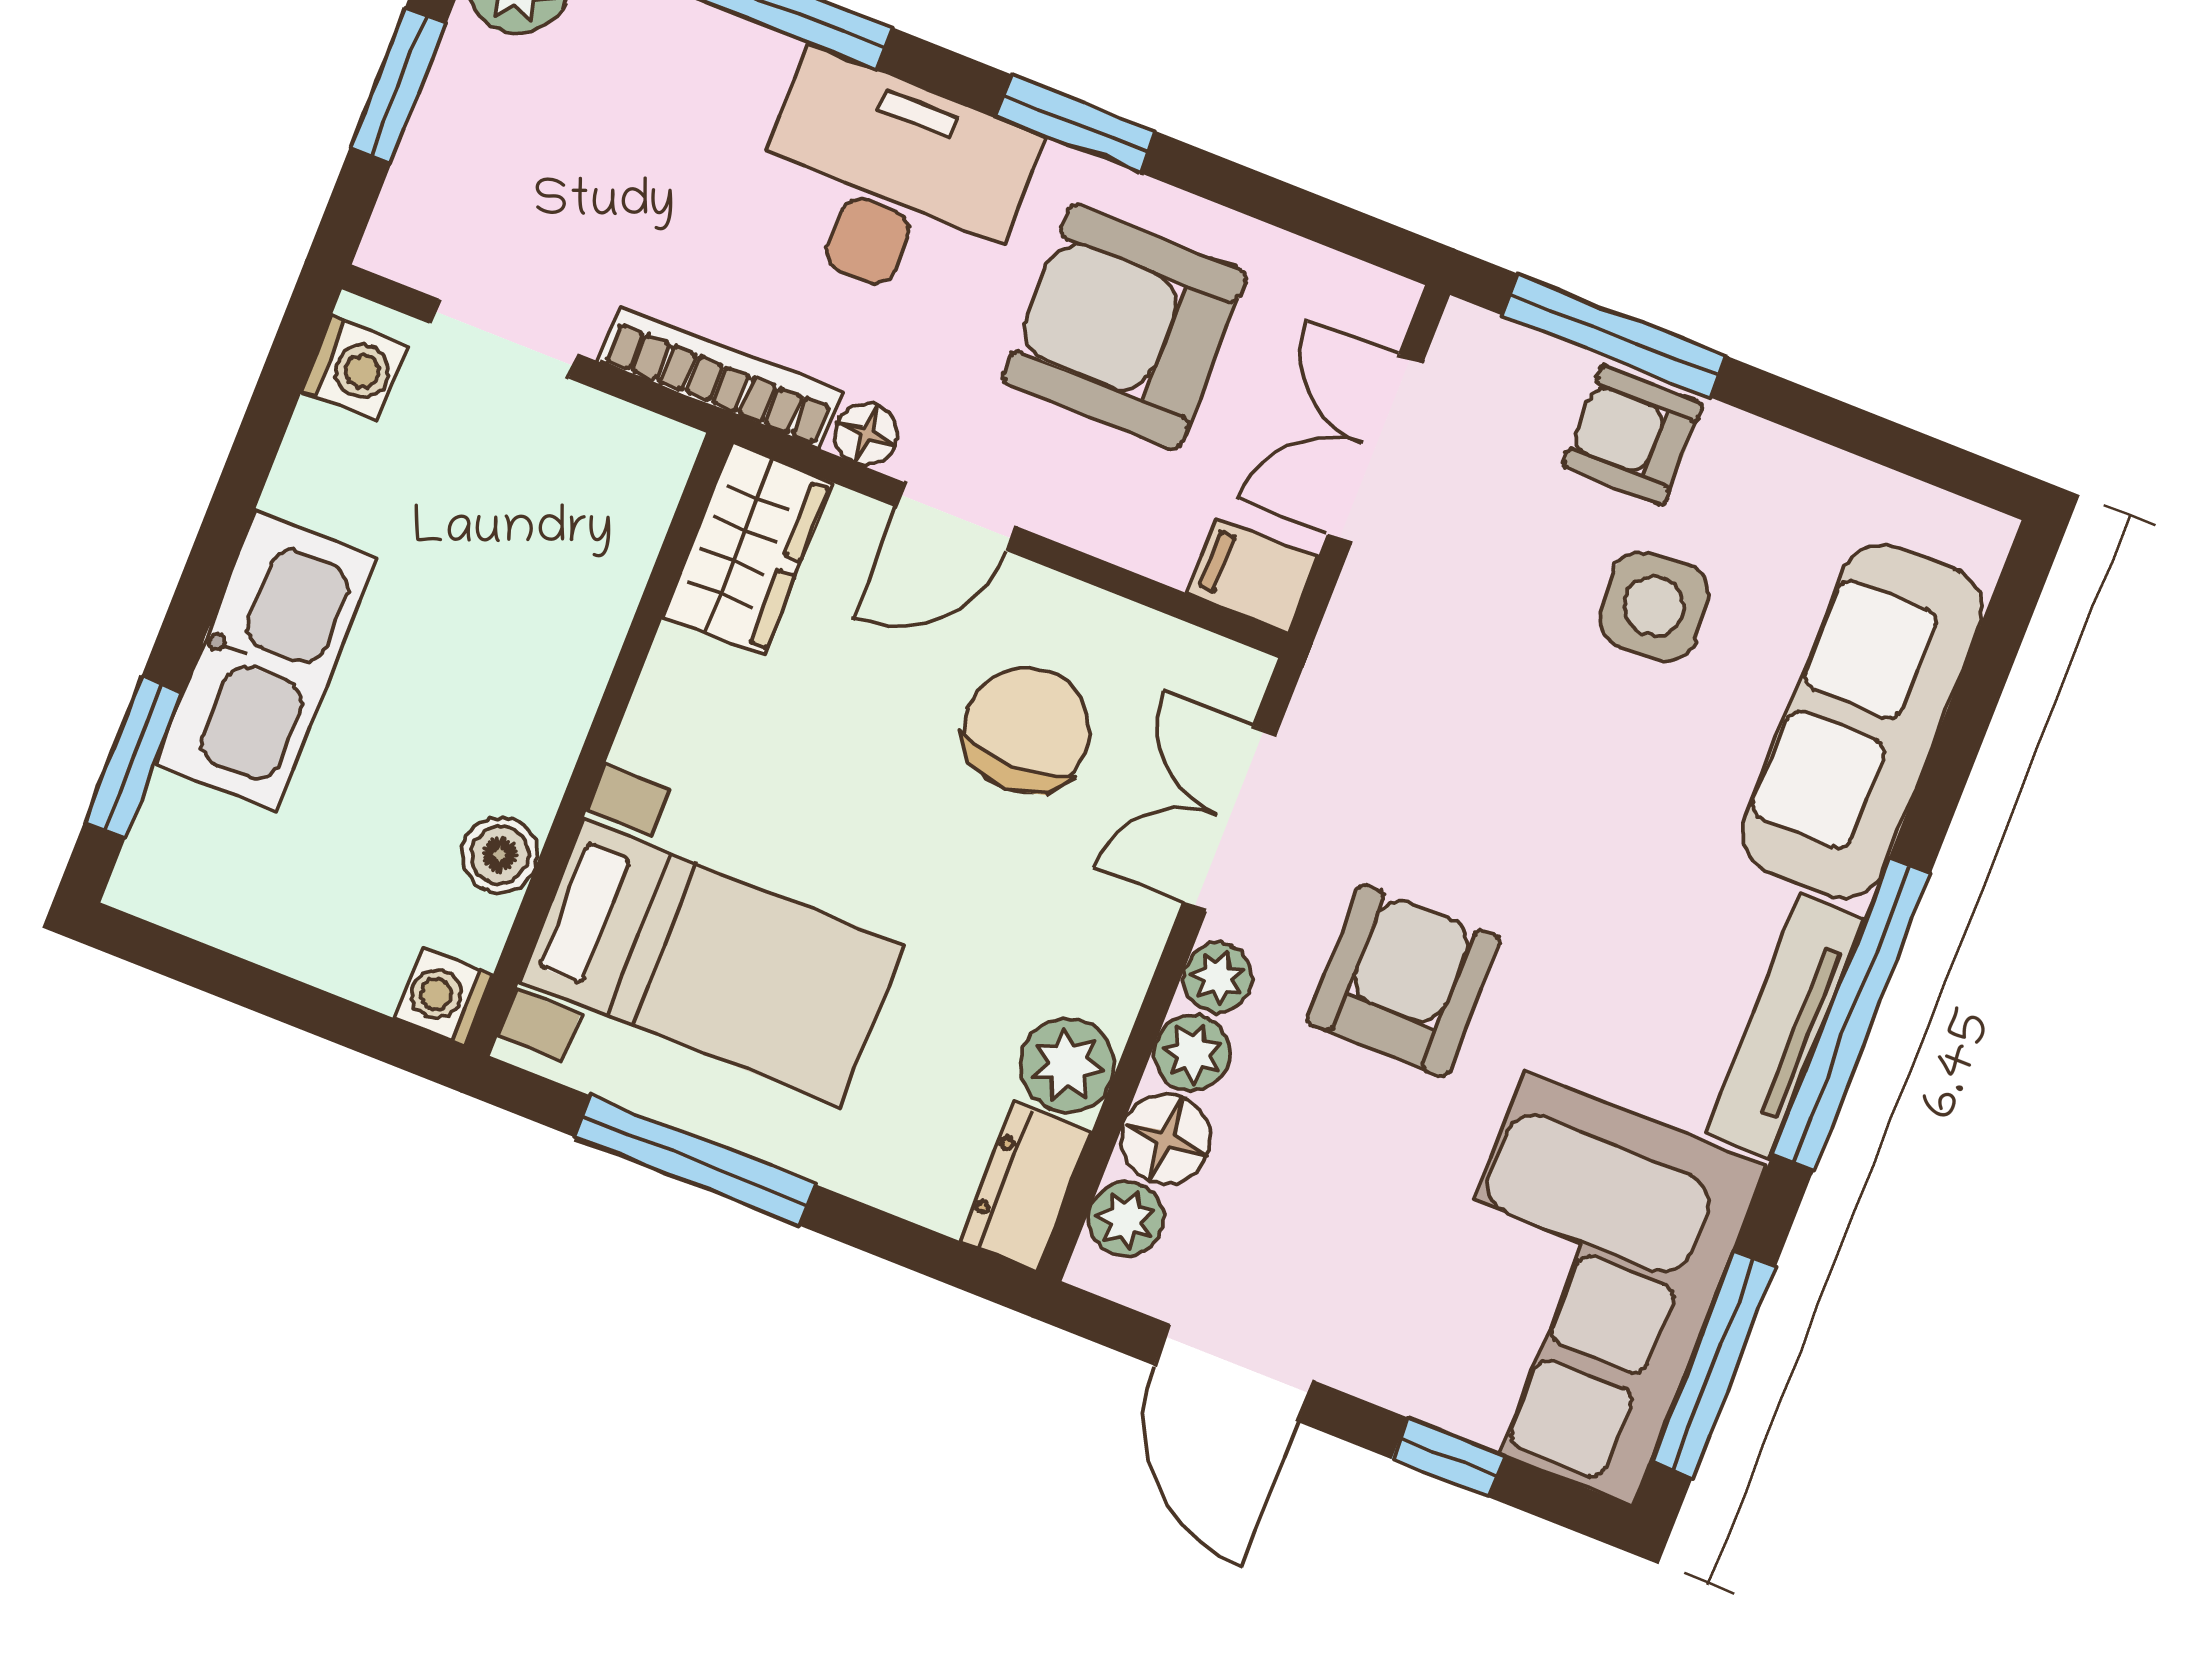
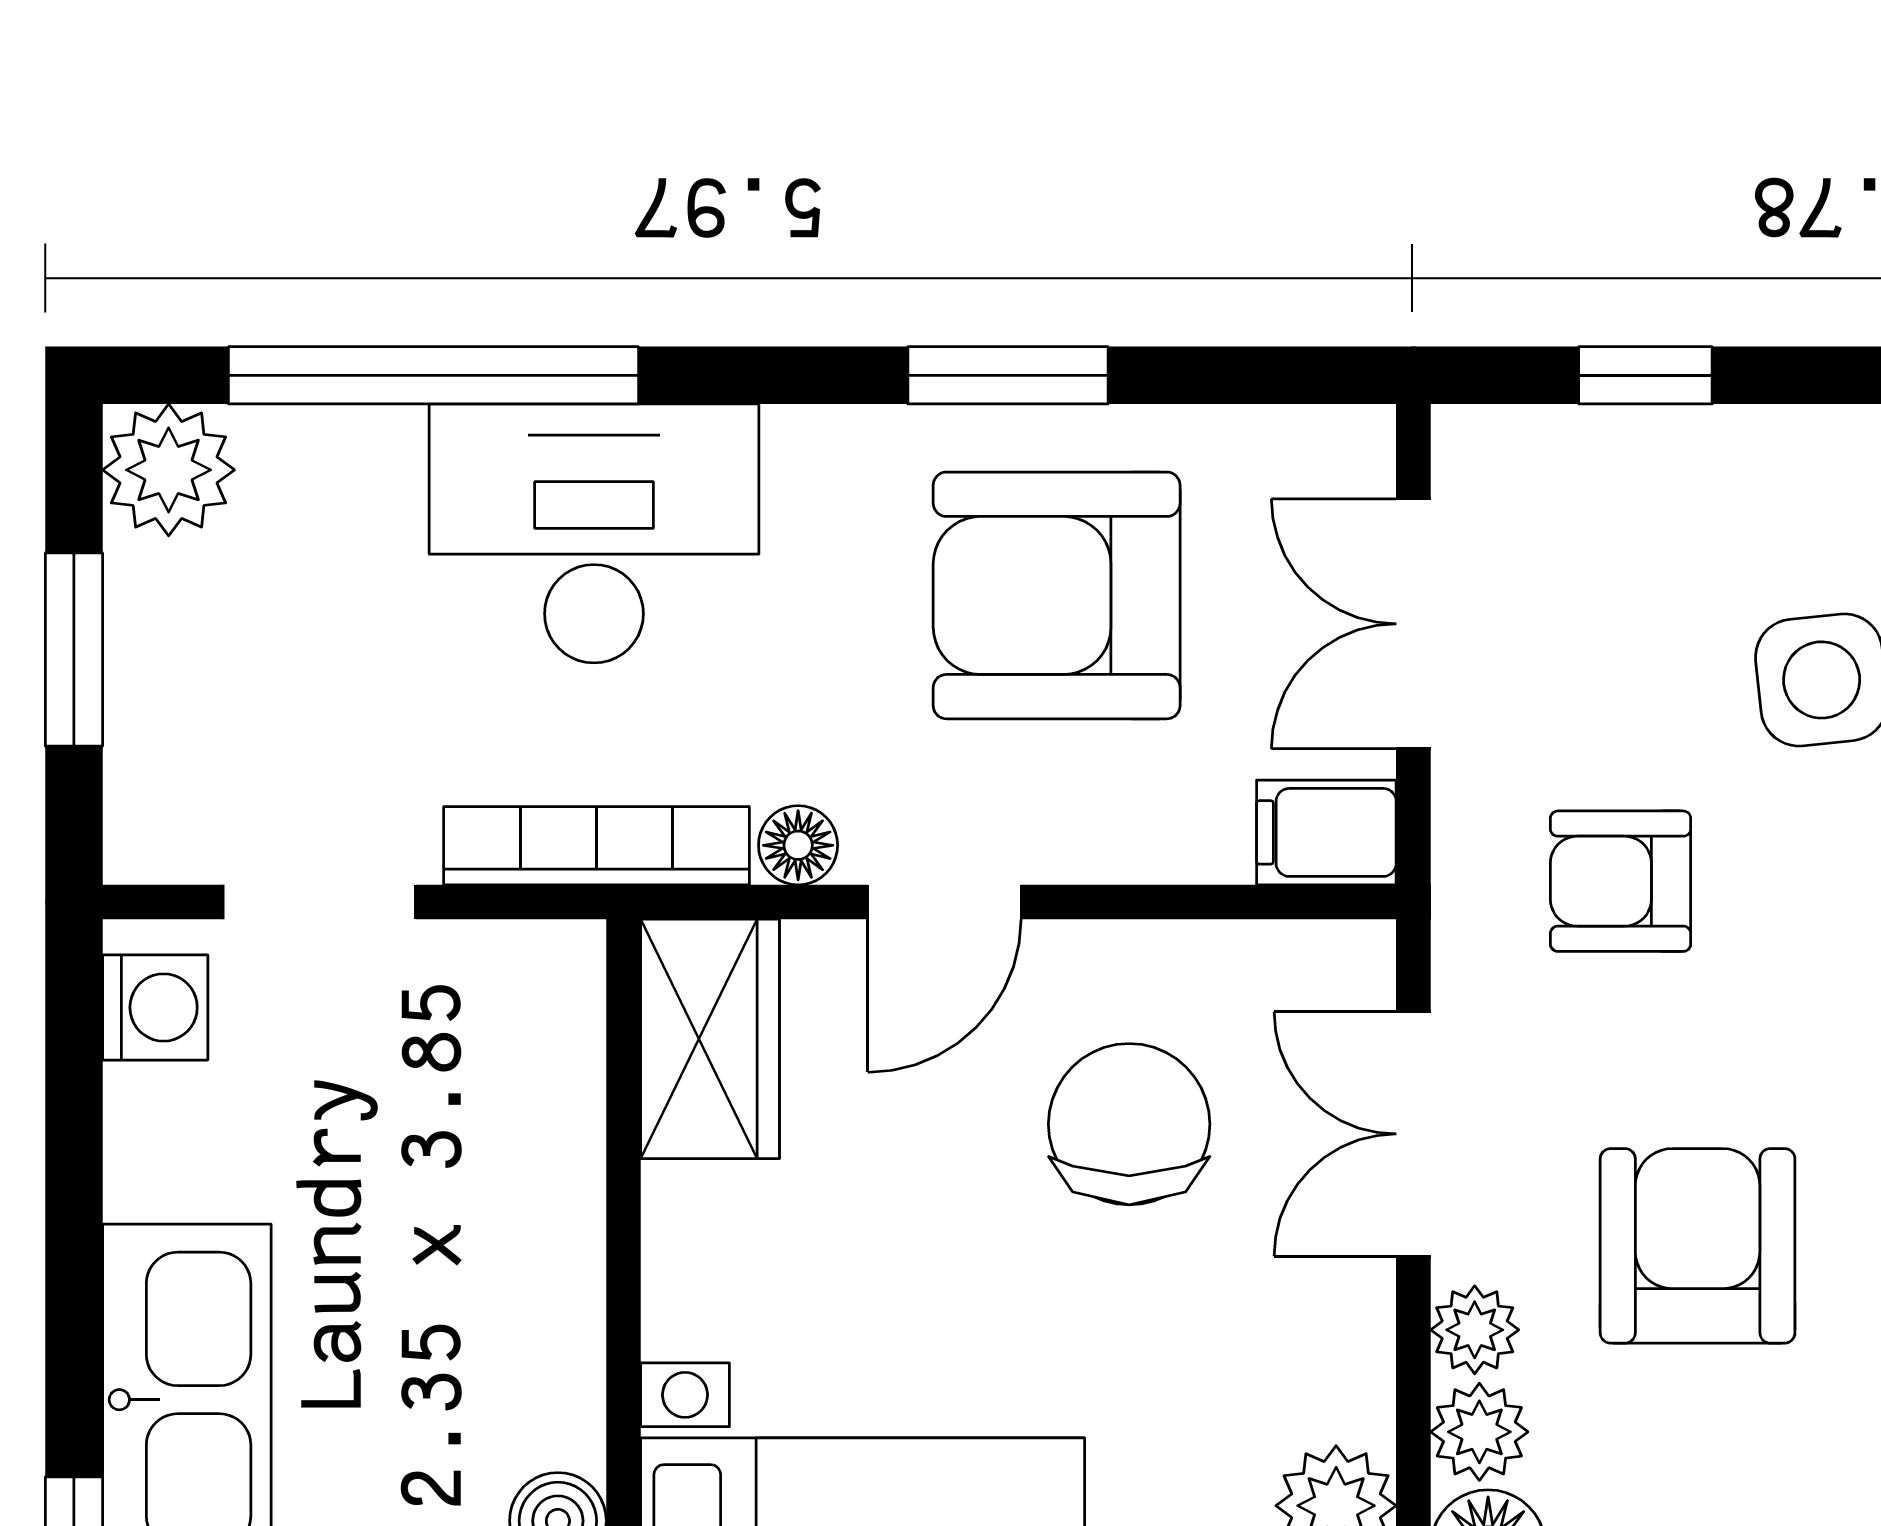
window: (1076, 124) -> (1008, 375), moved
desk: (891, 183) -> (594, 533), moved
window: (1614, 335) -> (1645, 375), width x0.46
armchair: (1633, 435) -> (1621, 881), moved

